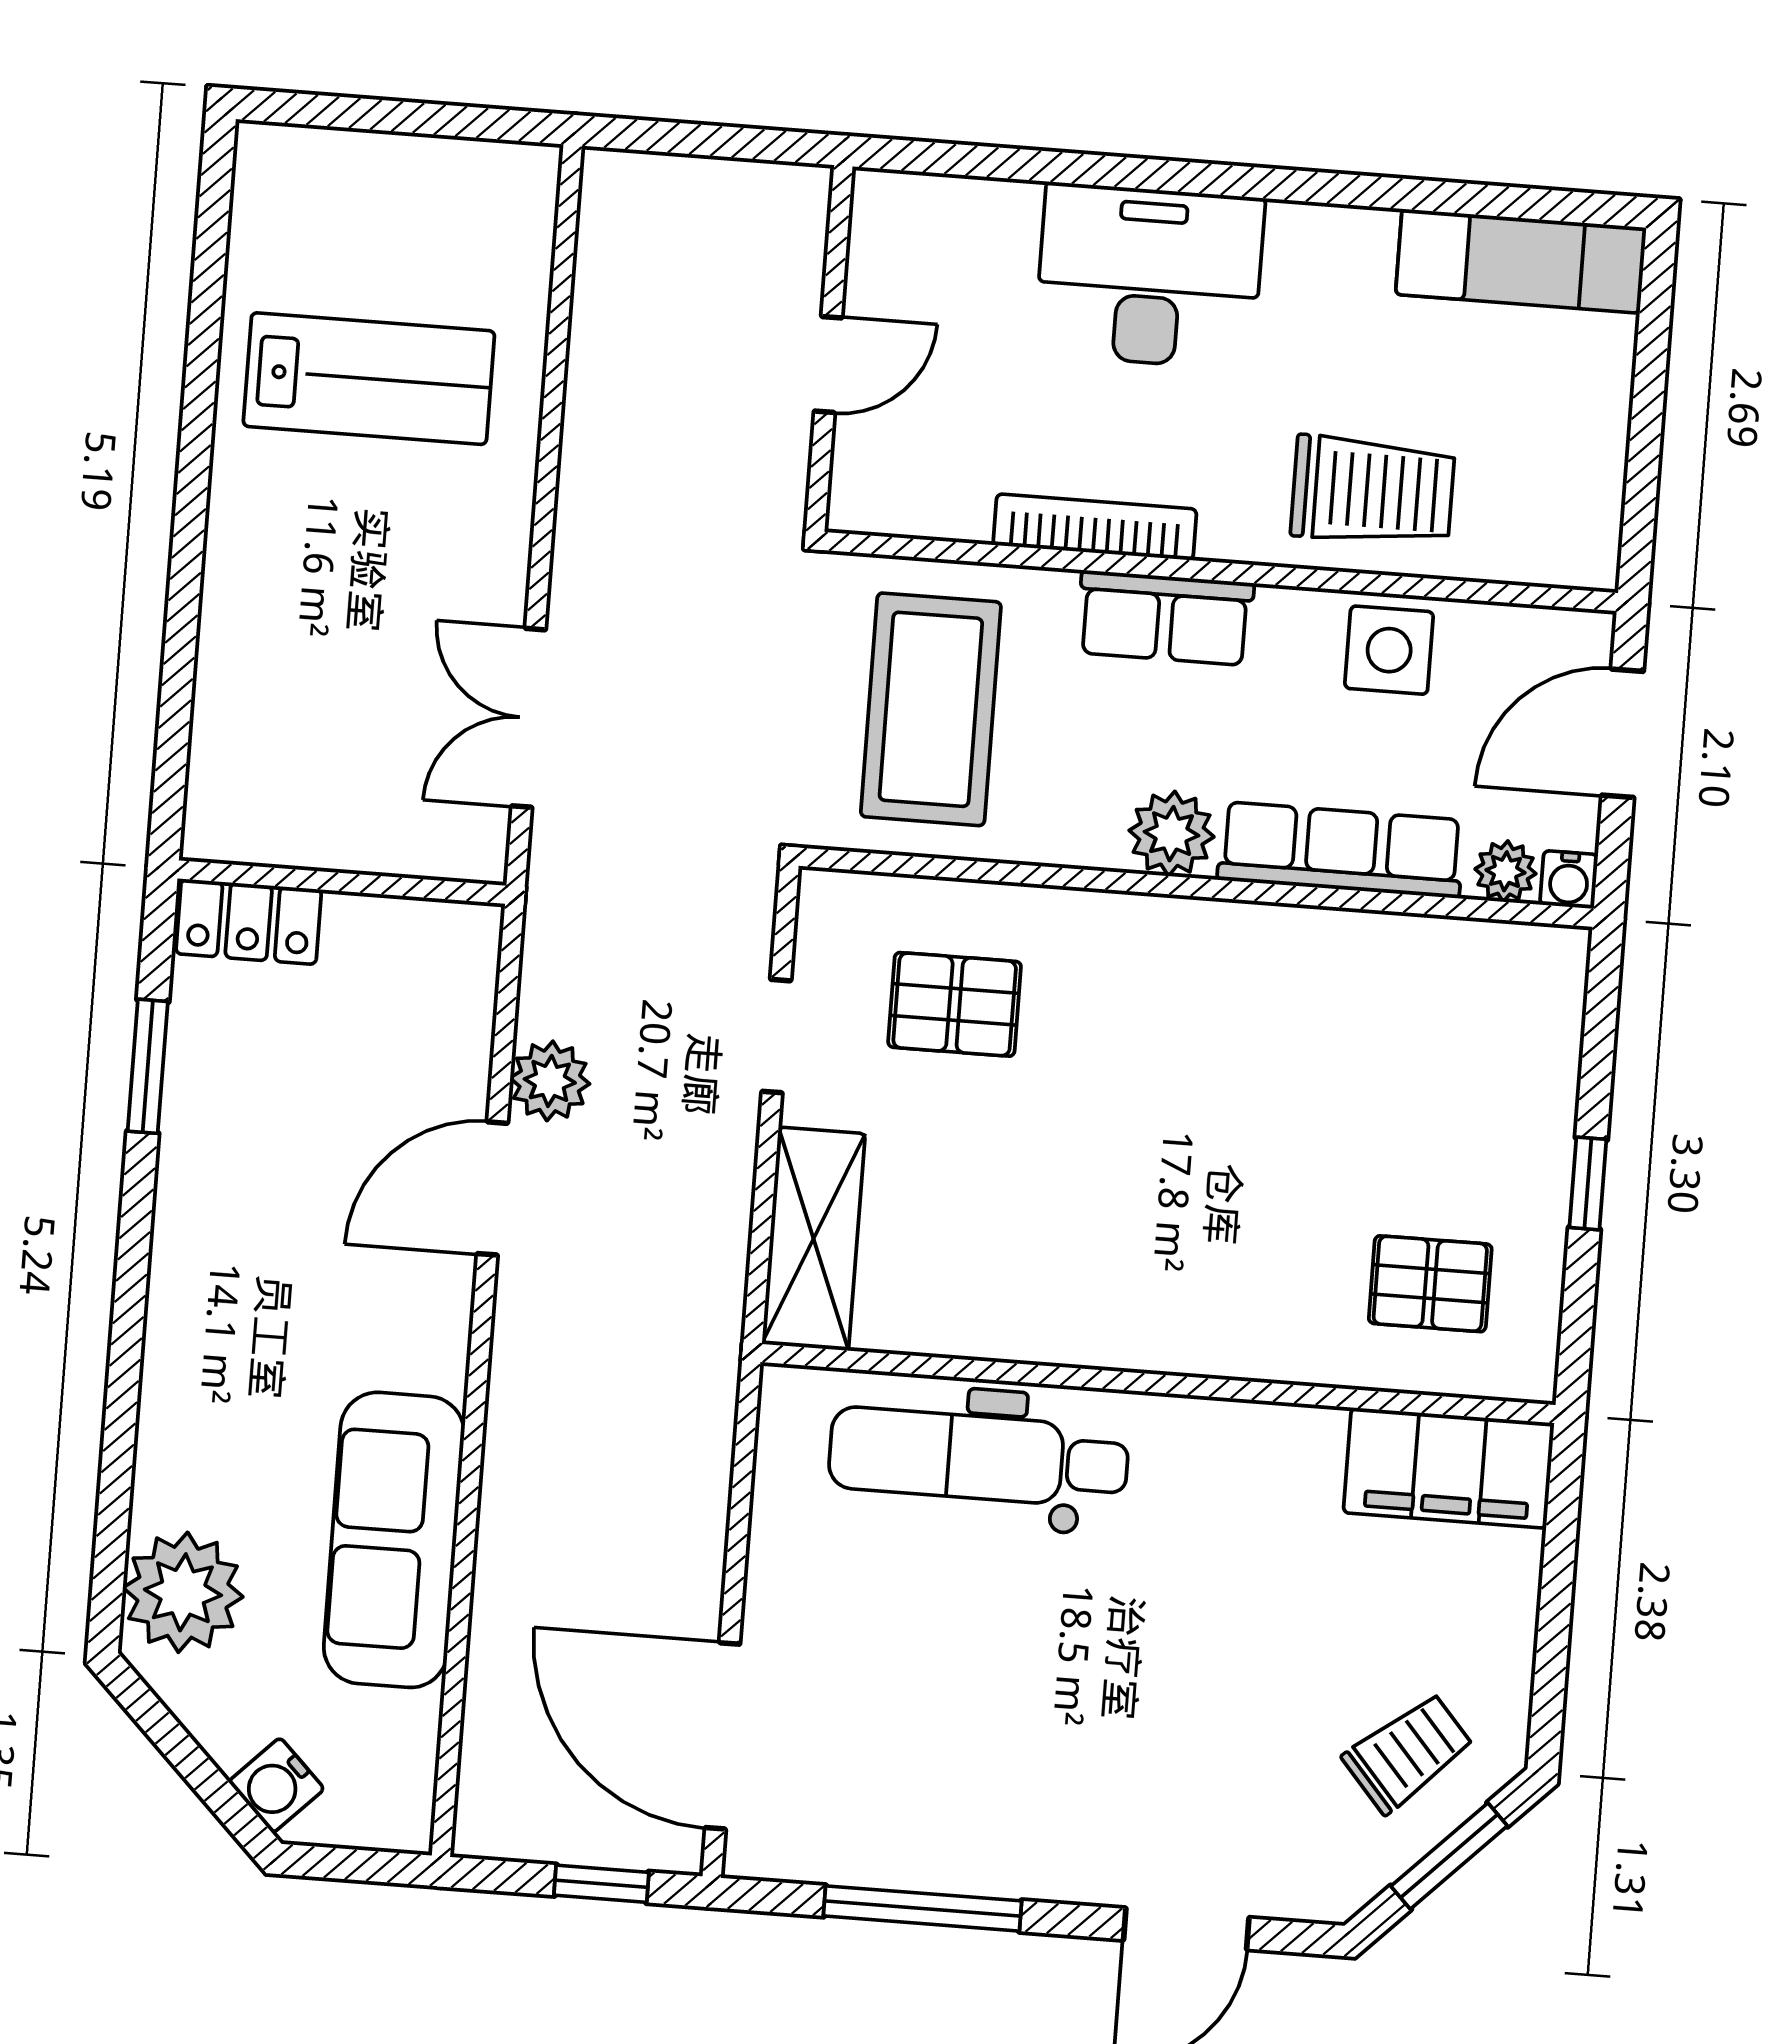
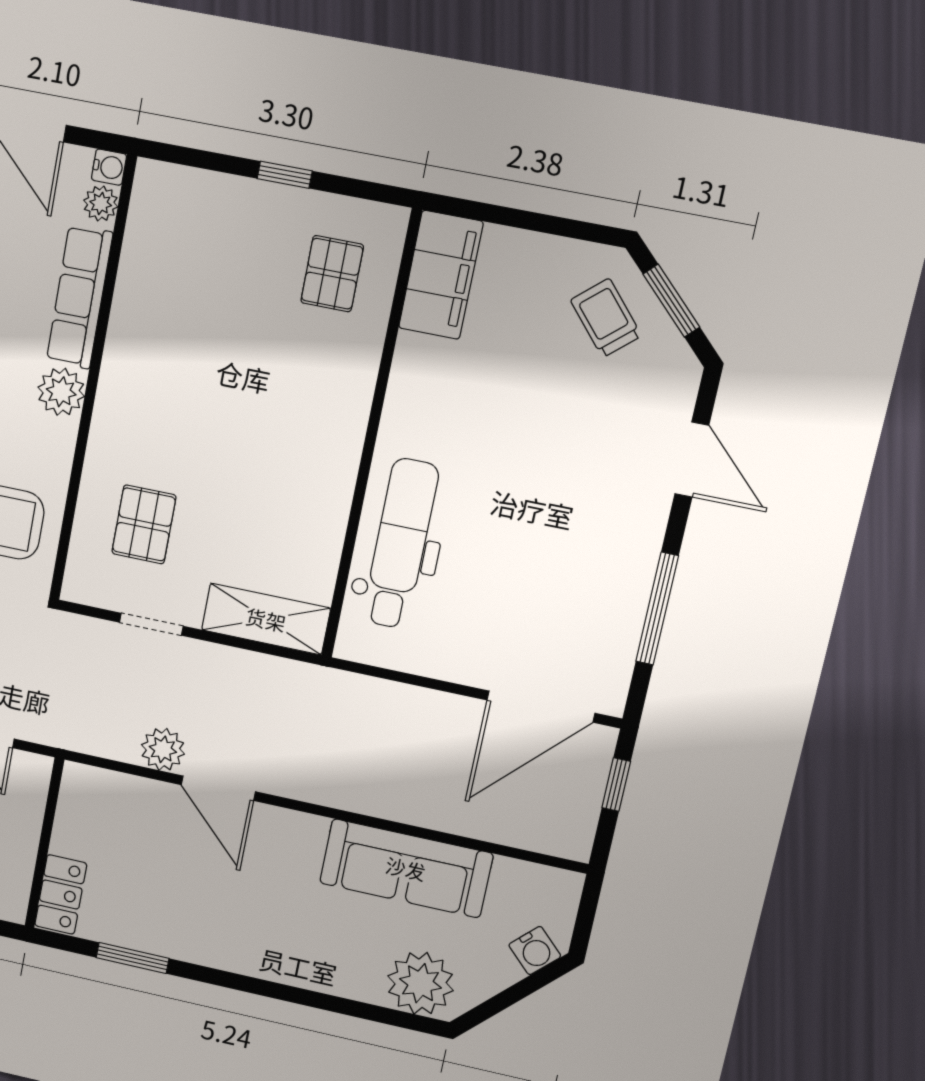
dental chair: (979, 1457) -> (401, 544), turned 180

